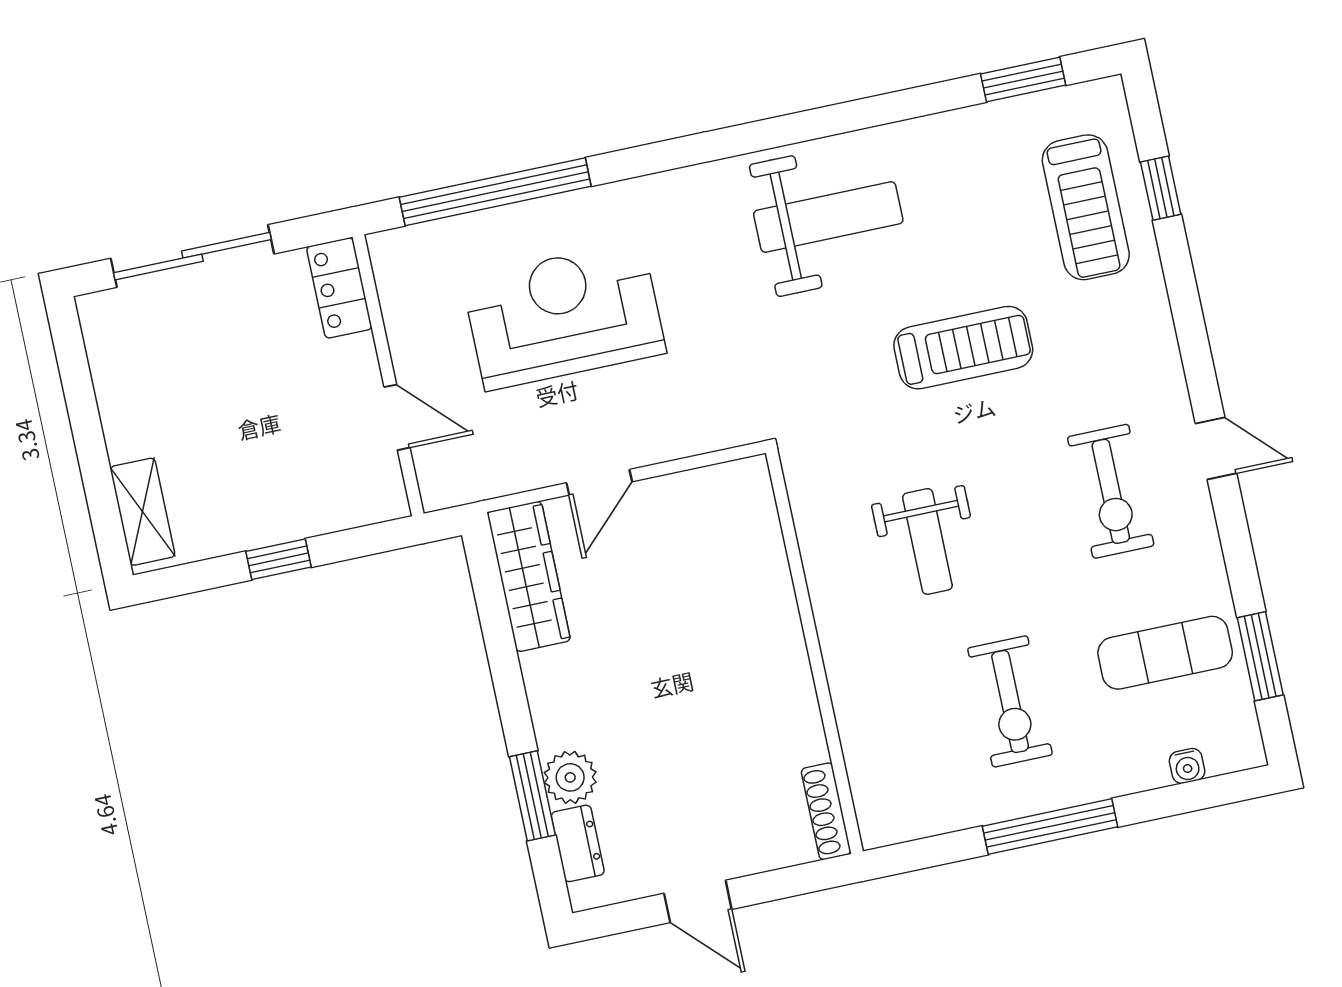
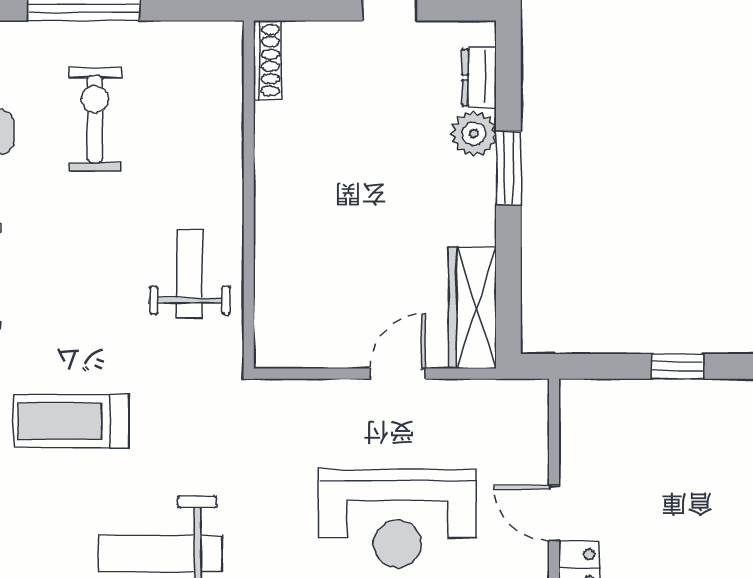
door: (397, 417) -> (554, 513), moved
weight bench: (927, 541) -> (190, 274), moved
window: (532, 796) -> (508, 168), moved

